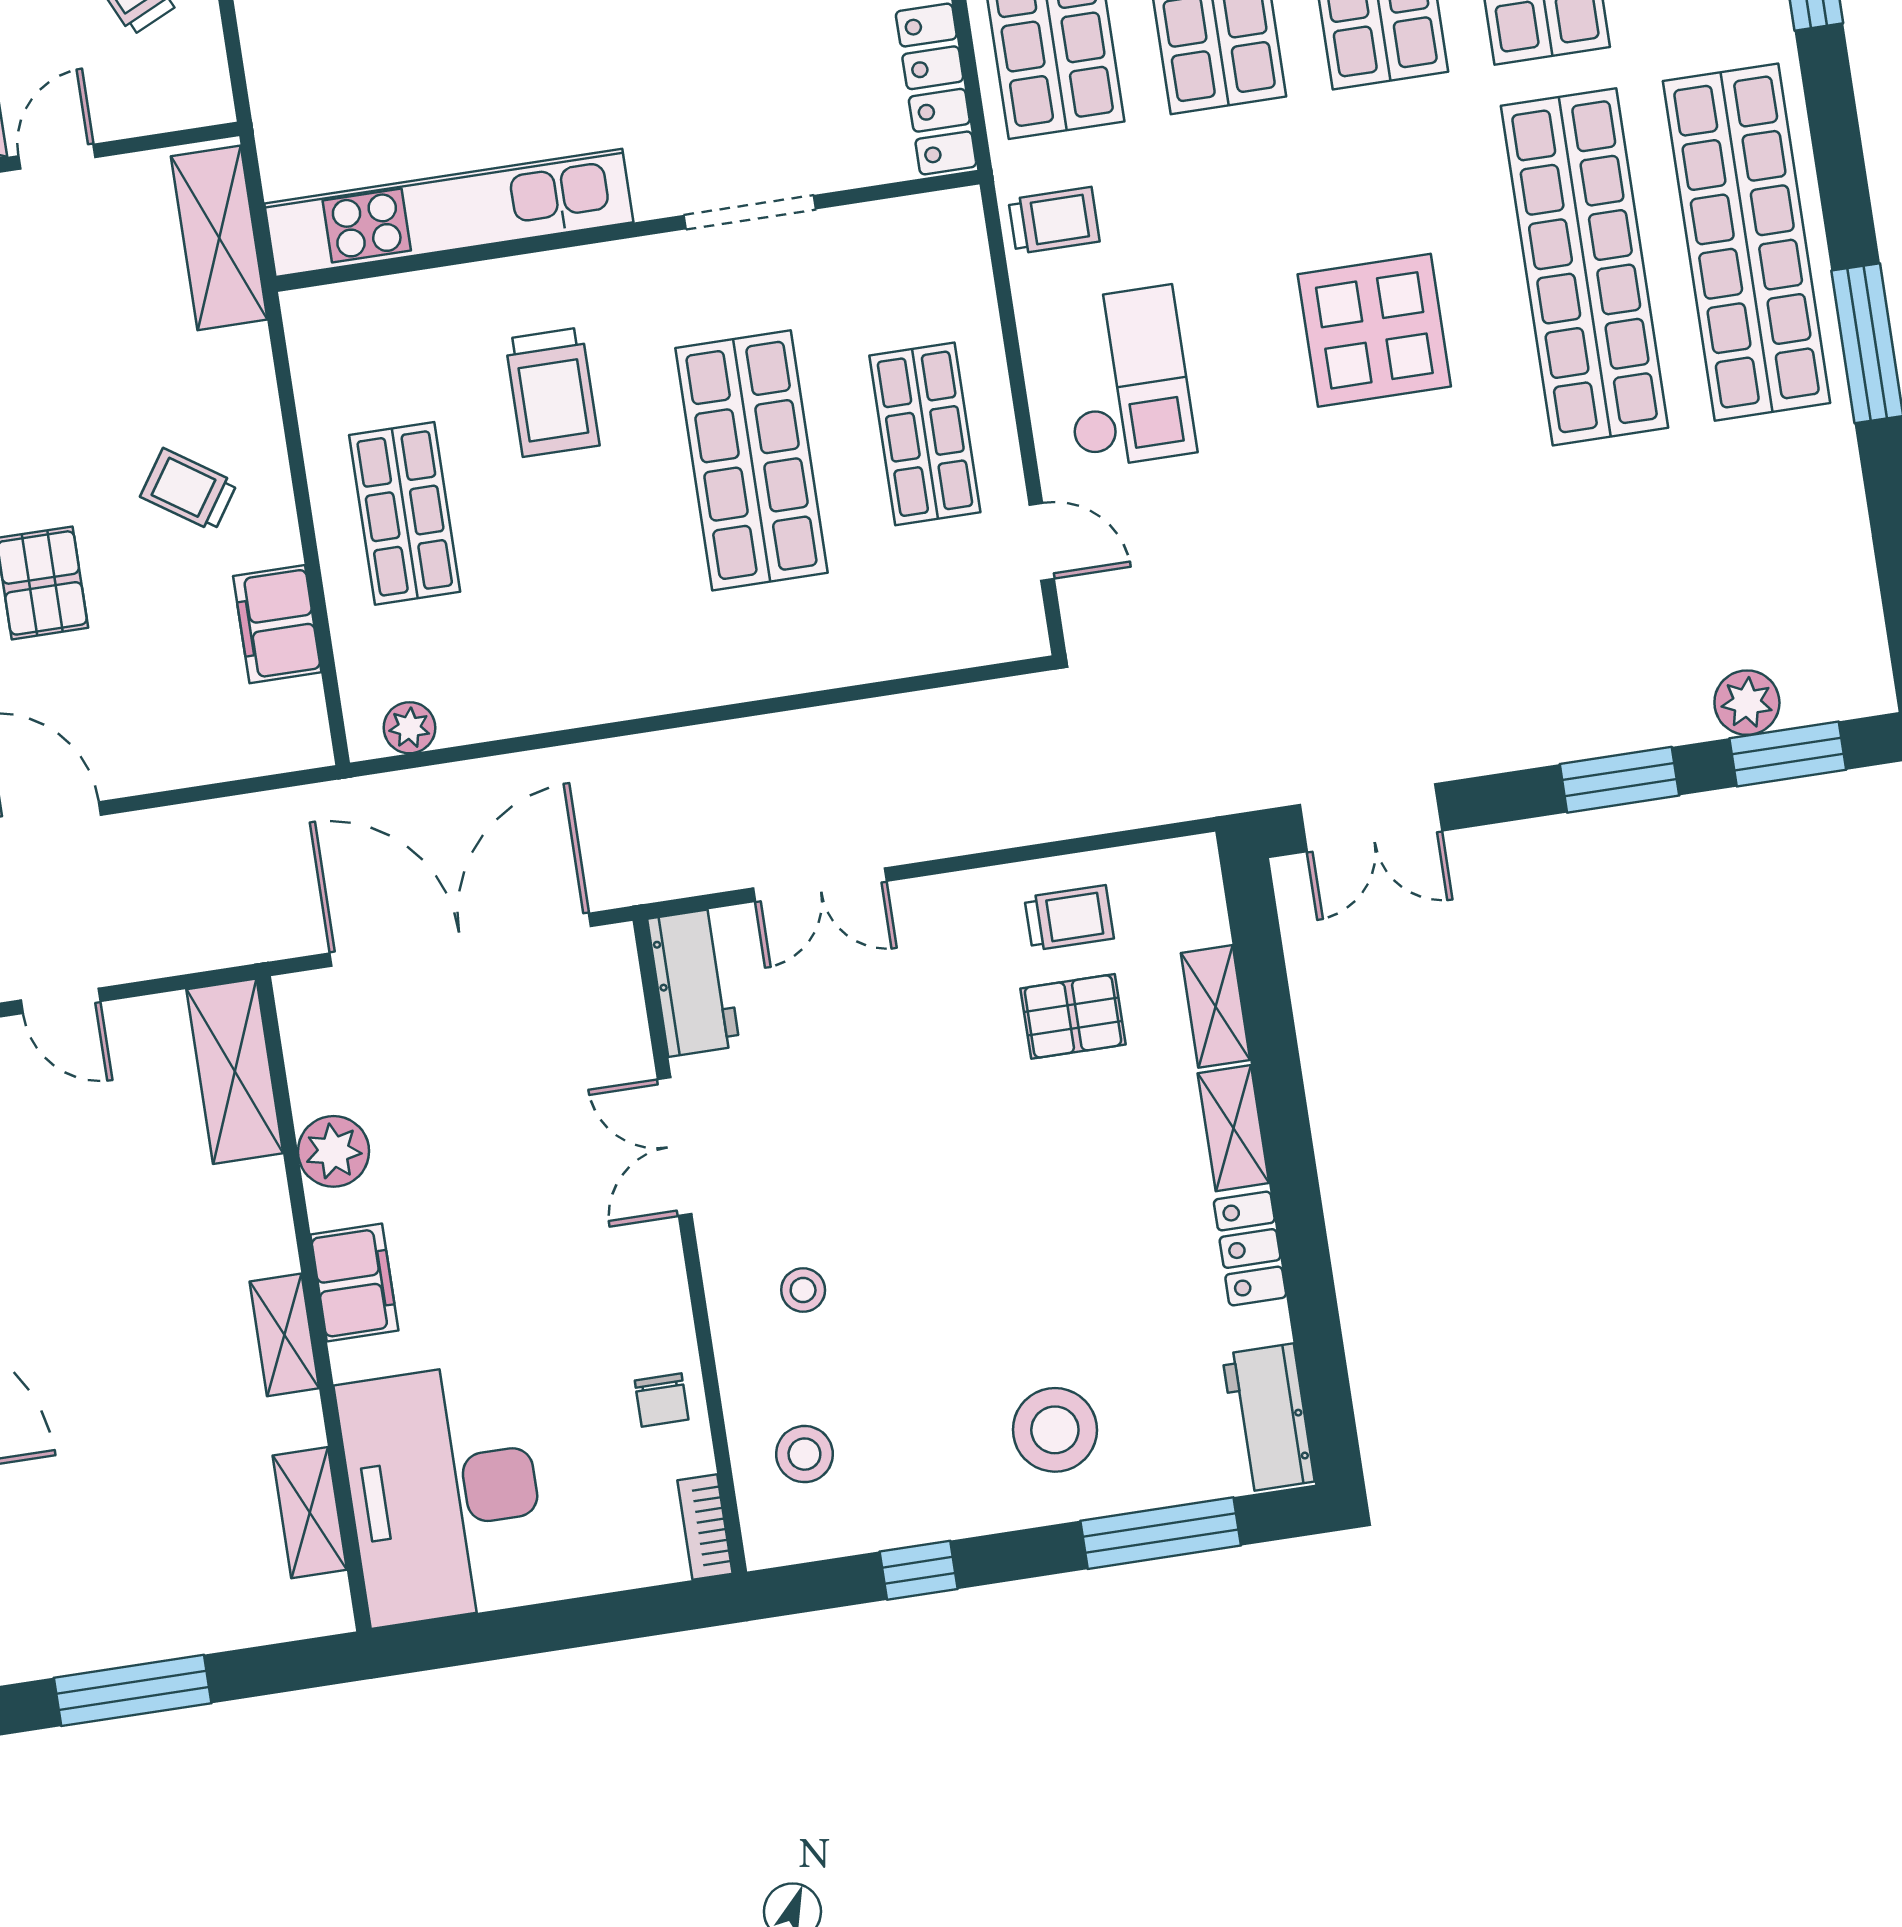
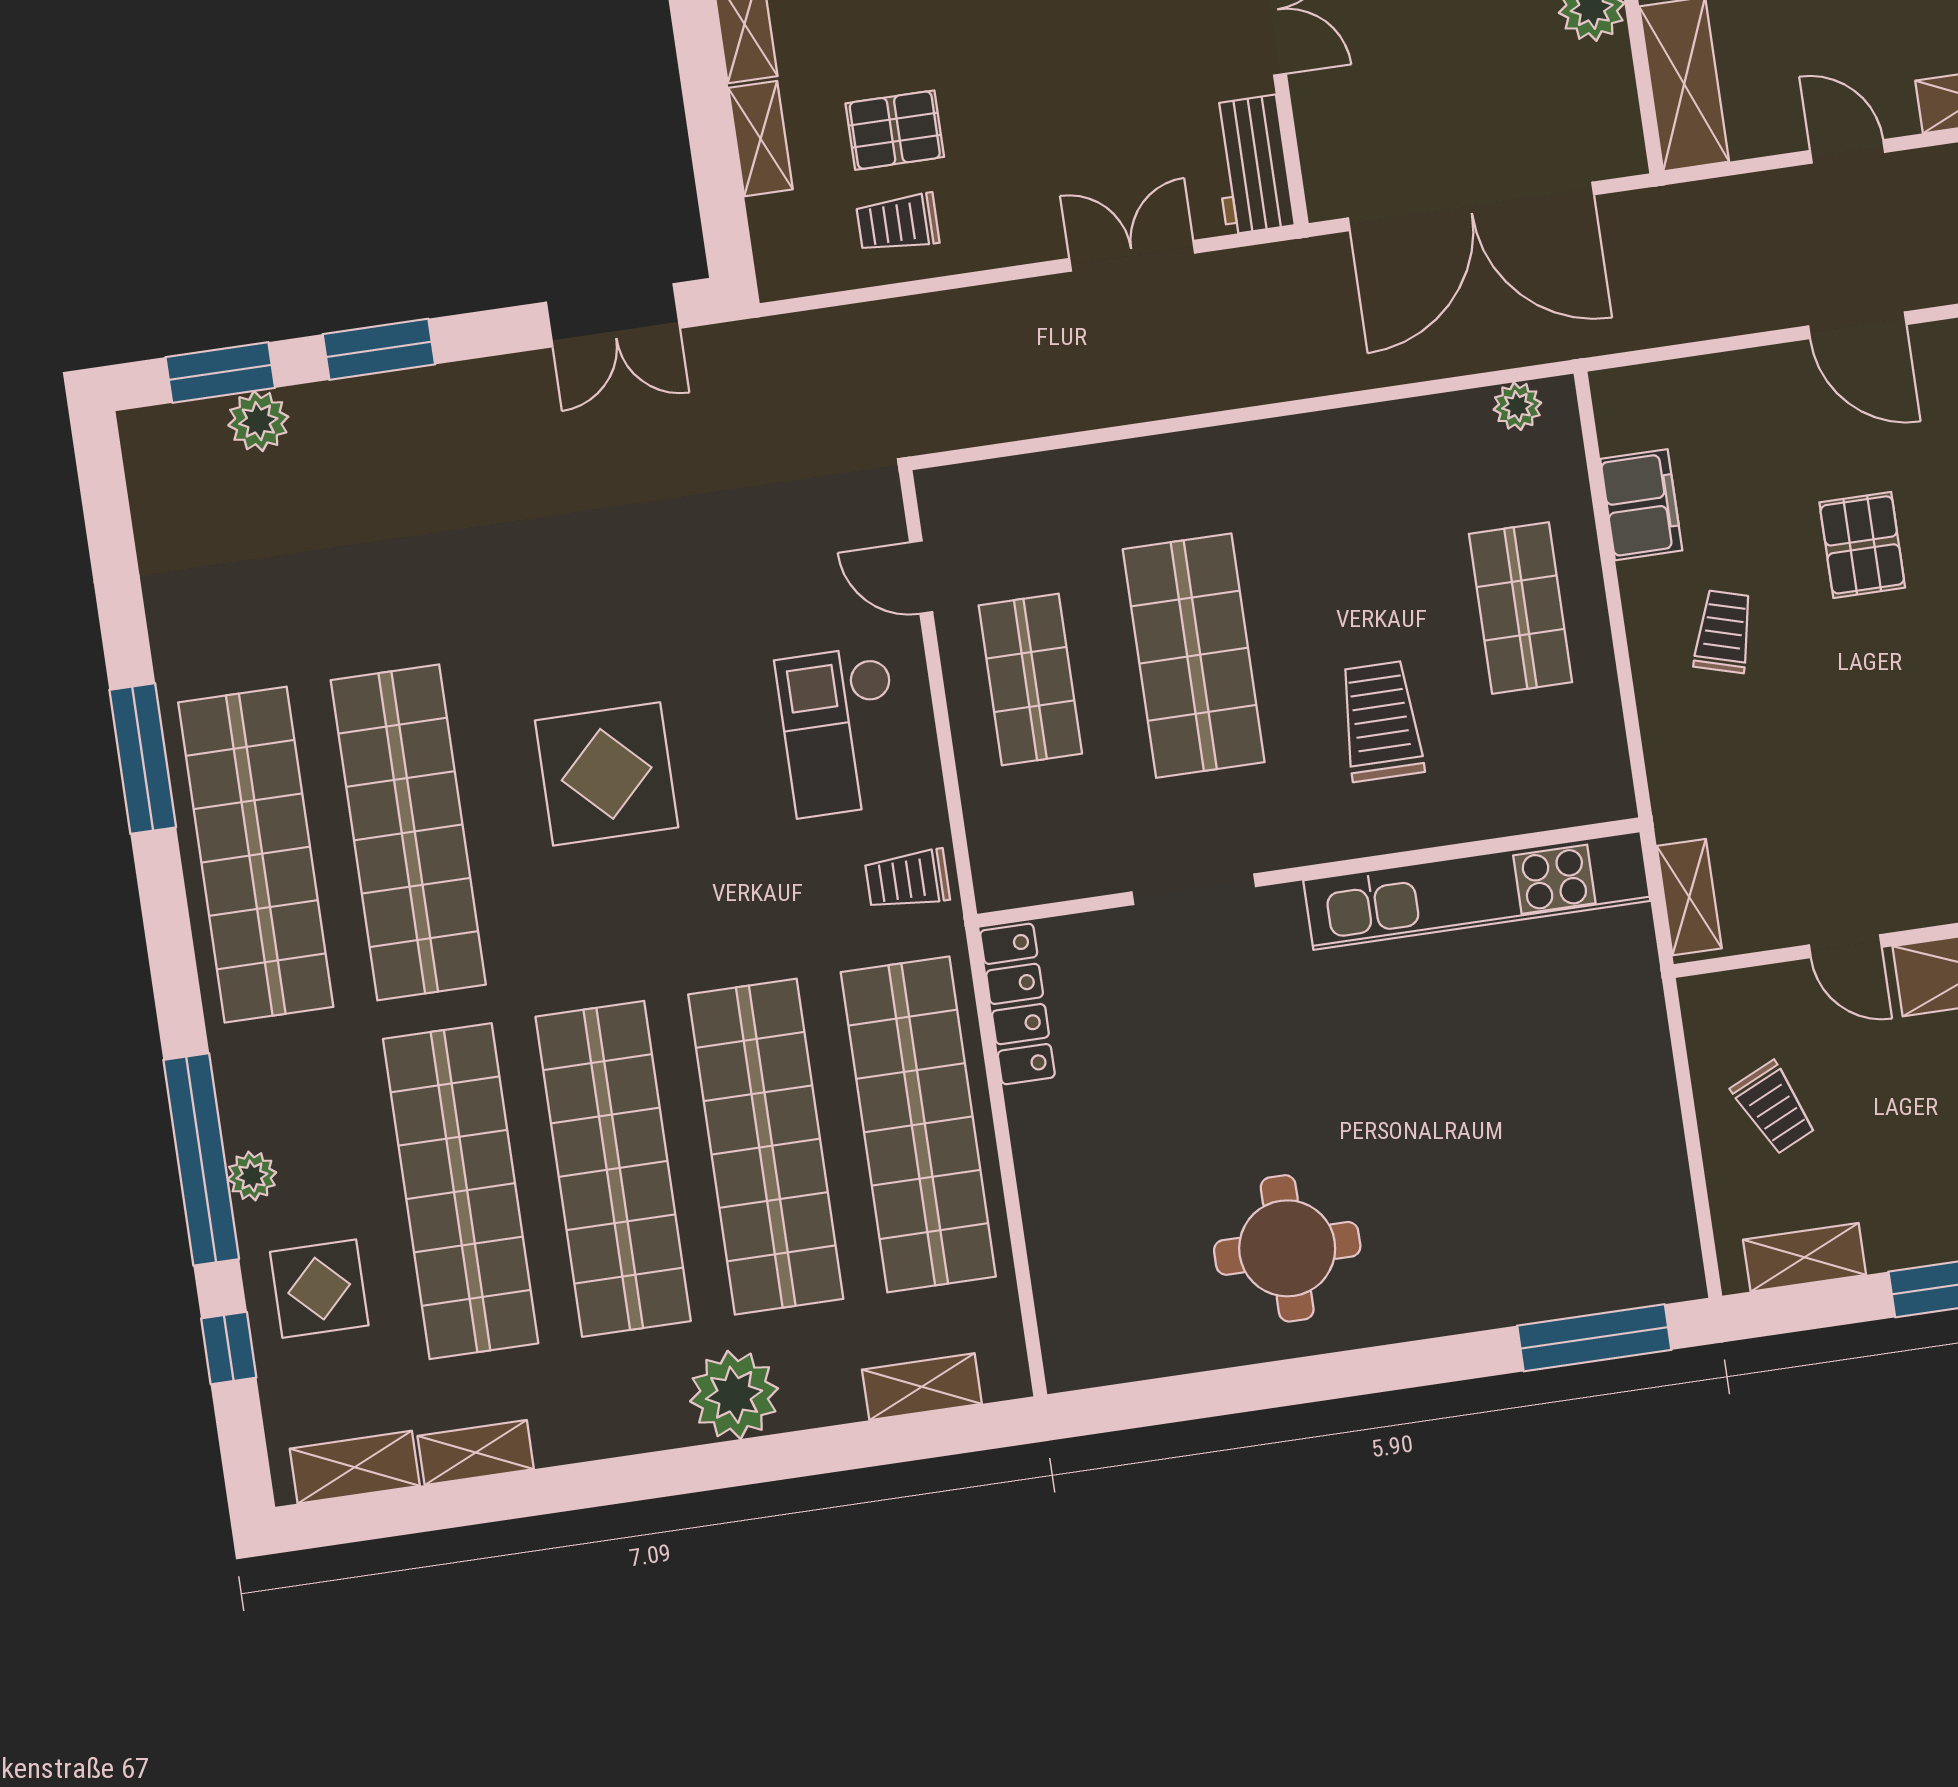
door: (57, 157) -> (1845, 946), hinge flipped
shelving: (219, 238) -> (1689, 897), width x0.67, depth x0.75
trolley: (189, 490) -> (1724, 632), turned -108
double door: (1371, 818) -> (613, 315), swing flipped

